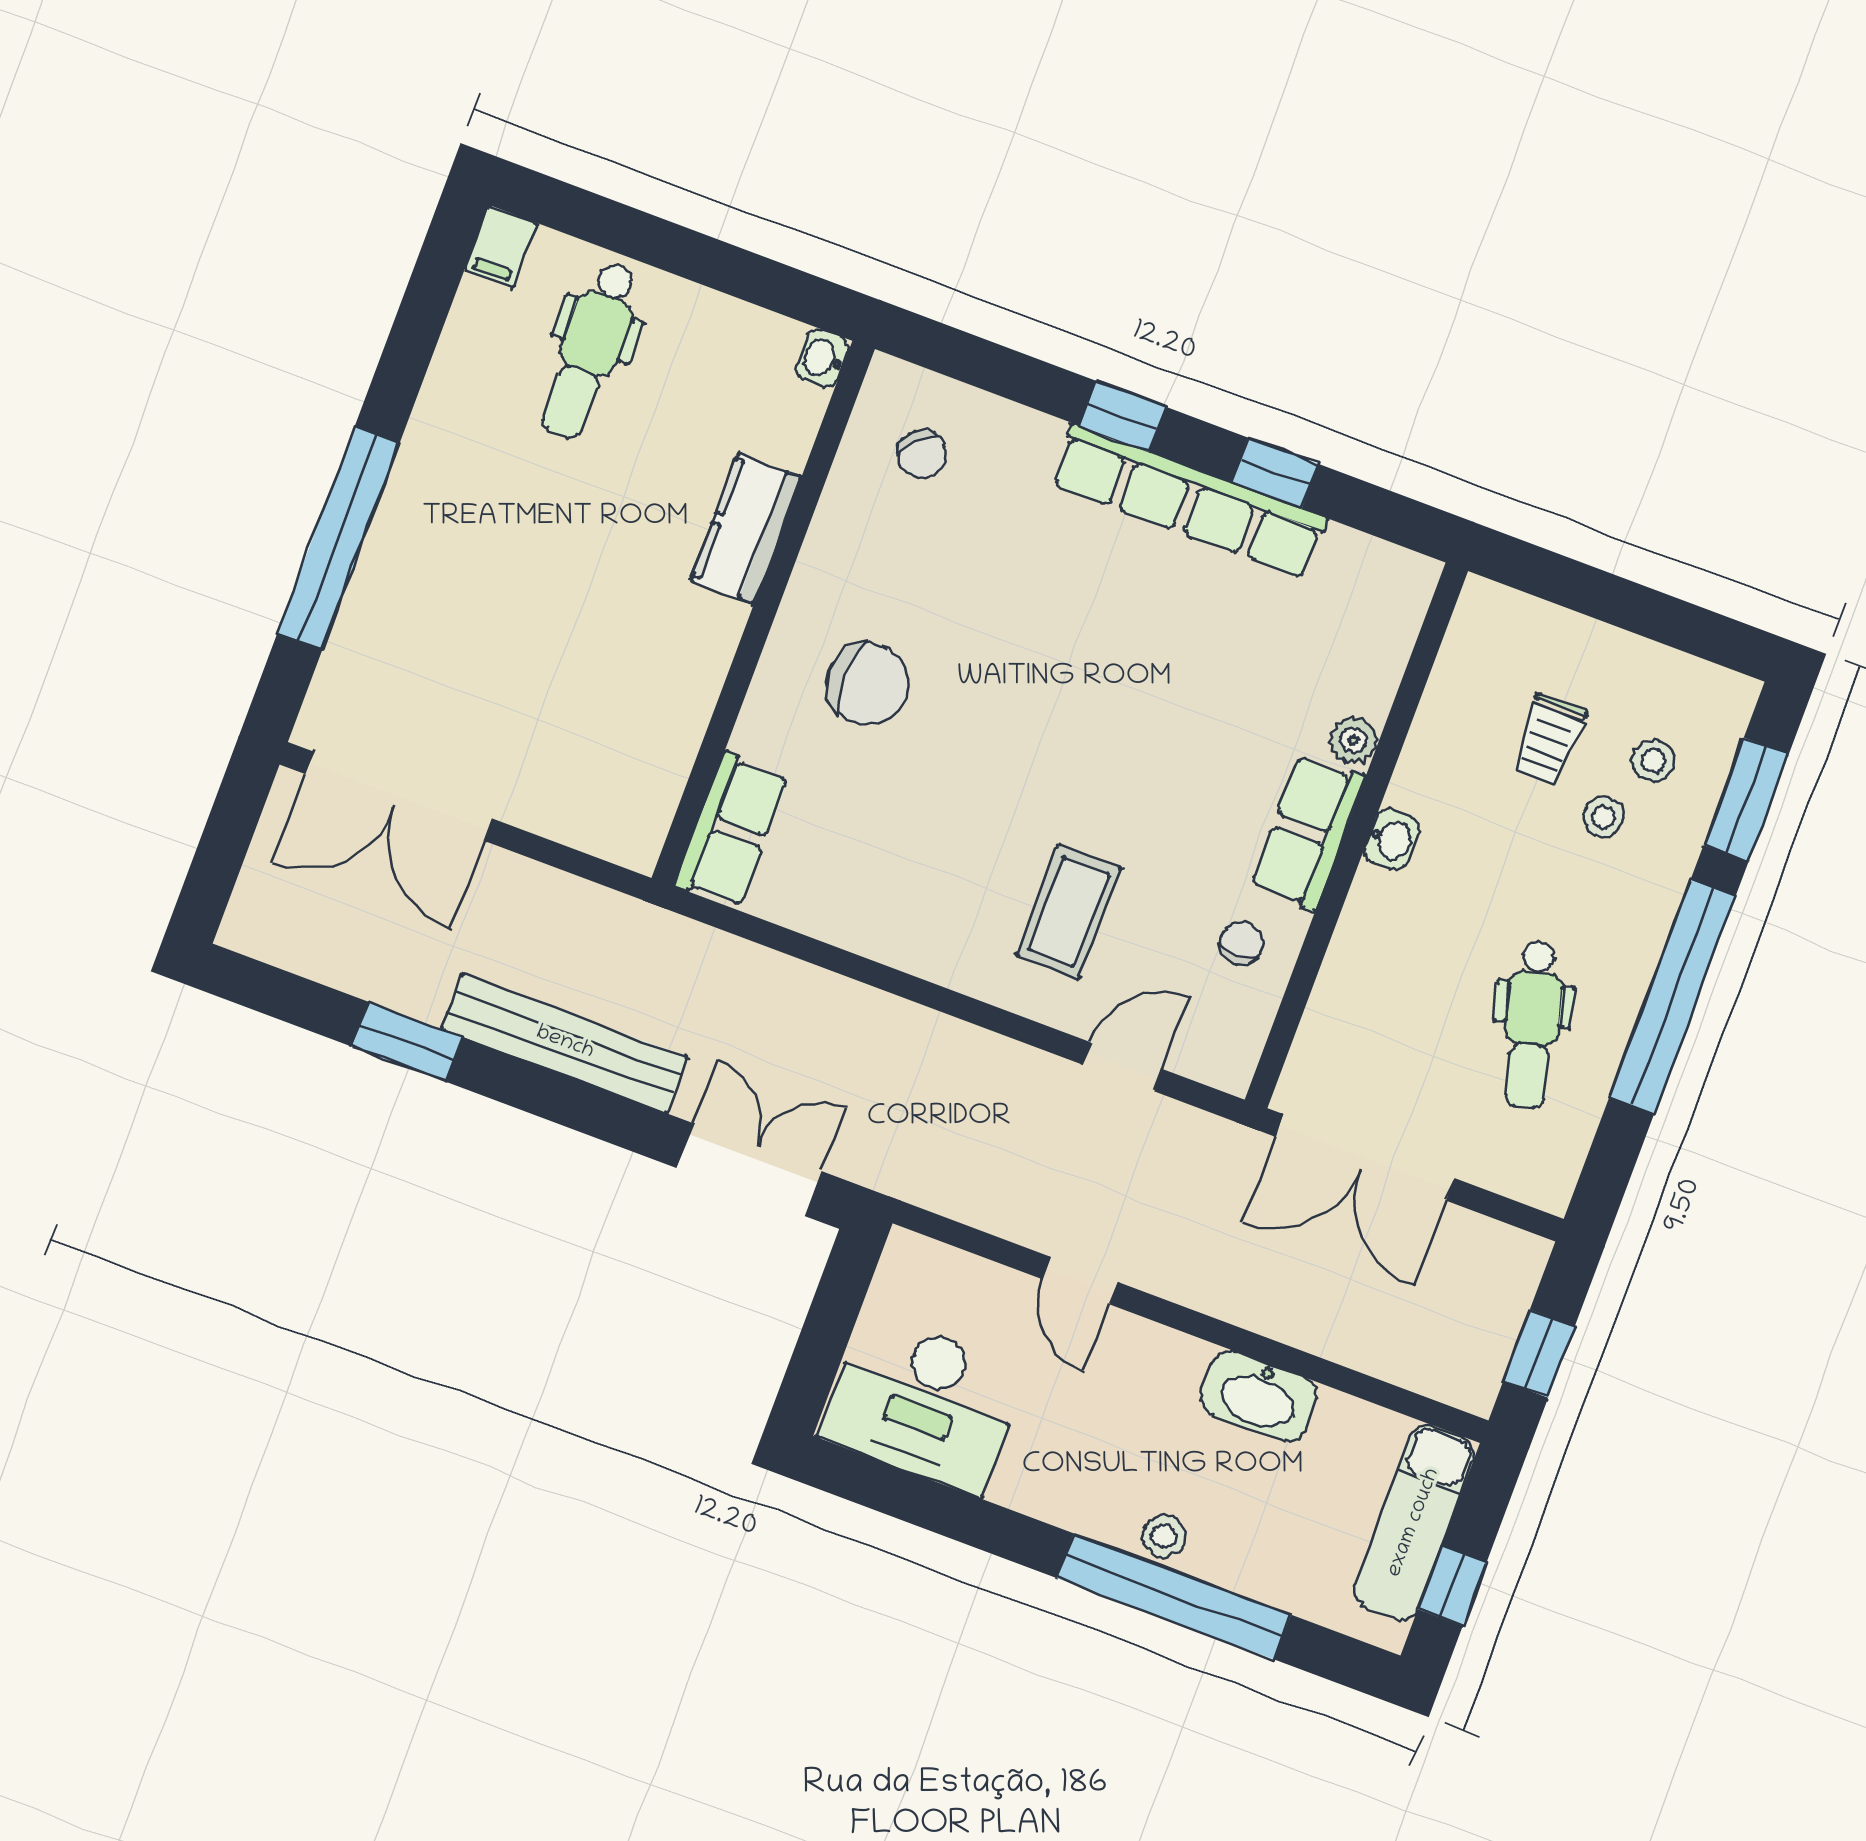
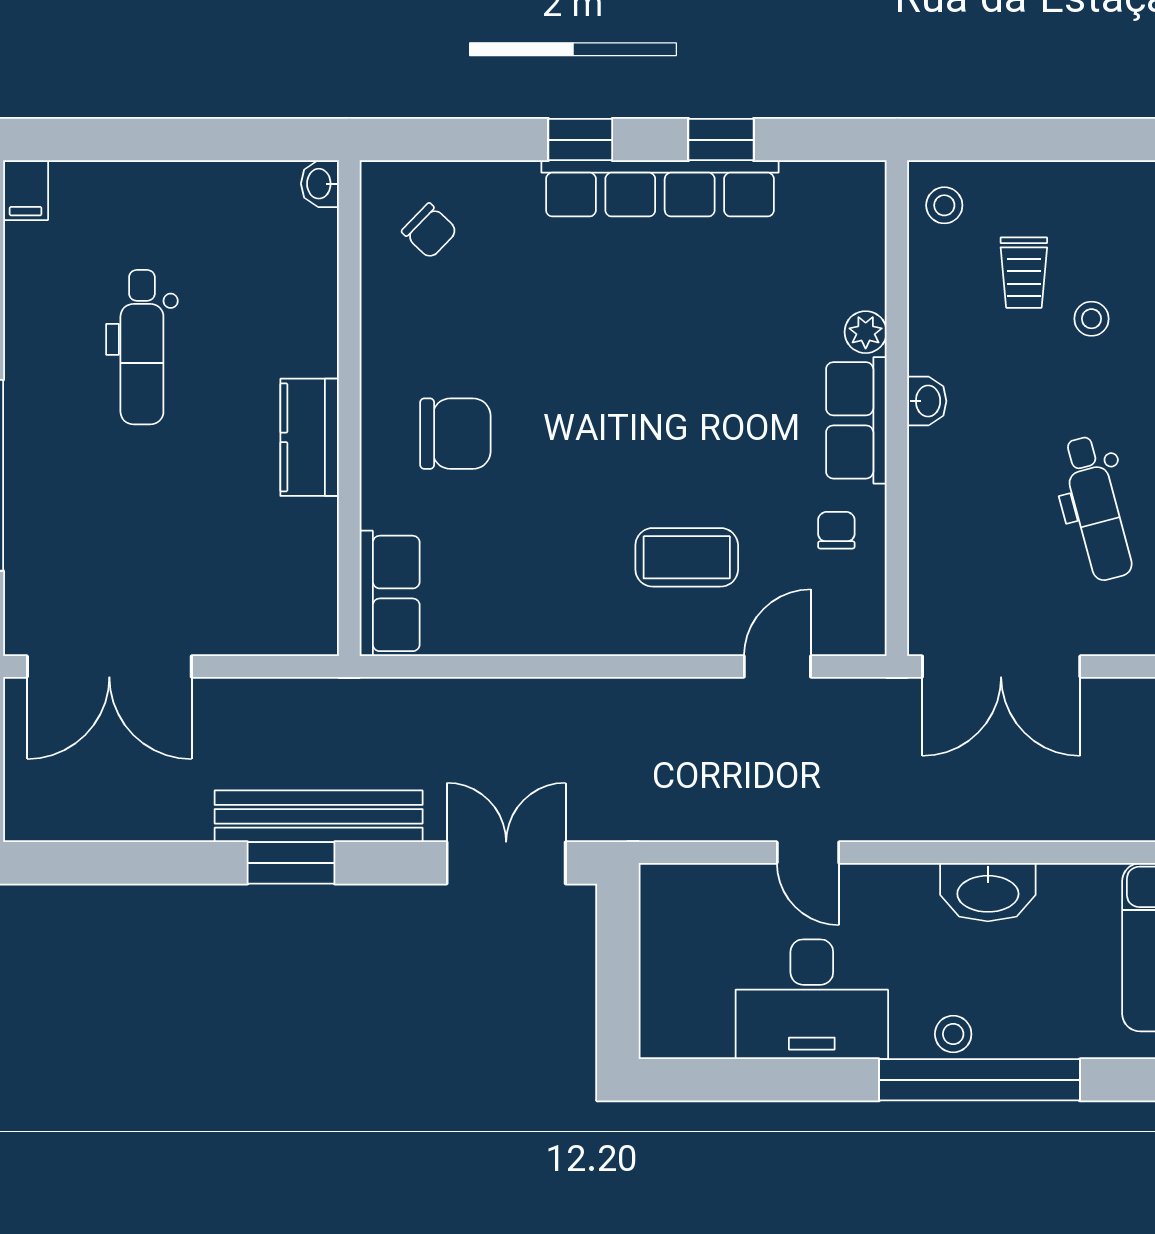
dental chair: (590, 350) -> (142, 347), moved
kitchen counter: (746, 529) -> (310, 437), moved
stool: (1653, 761) -> (944, 205), moved
coffee table: (1068, 912) -> (687, 557), turned 90
window: (407, 1042) -> (291, 863), moved
desk: (923, 1403) -> (812, 999), moved

